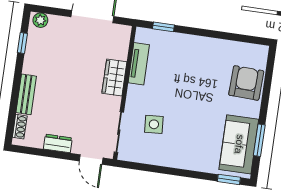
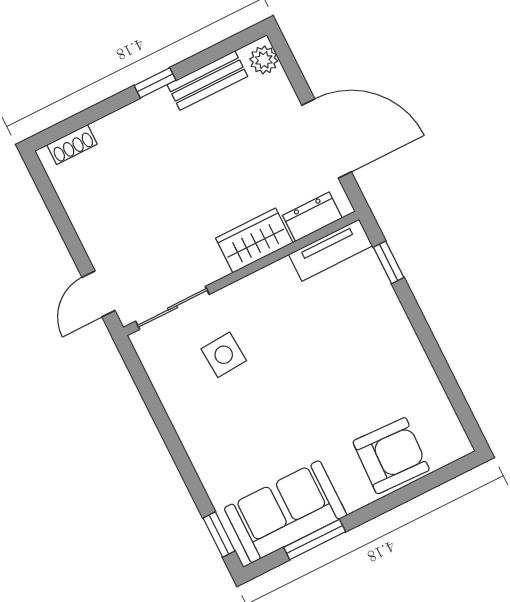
window: (22, 43) -> (155, 83), moved
tv unit: (139, 64) -> (331, 250), moved
bench: (26, 94) -> (207, 81), moved
dresser: (58, 143) -> (312, 217), moved, turned -90

